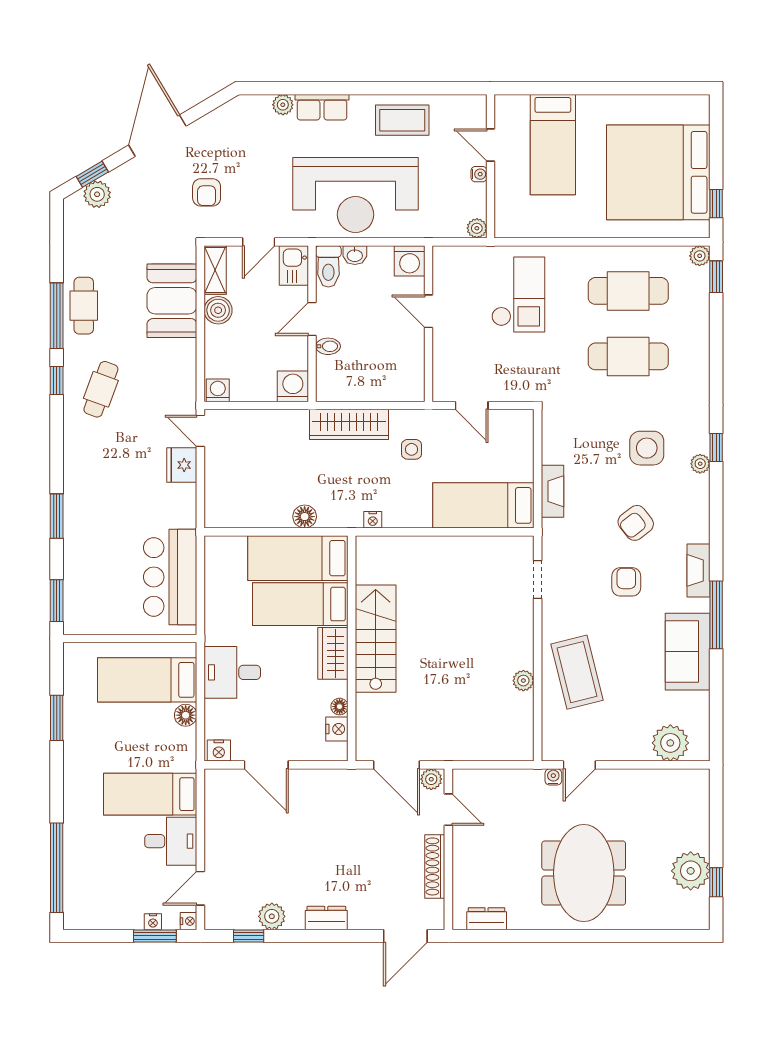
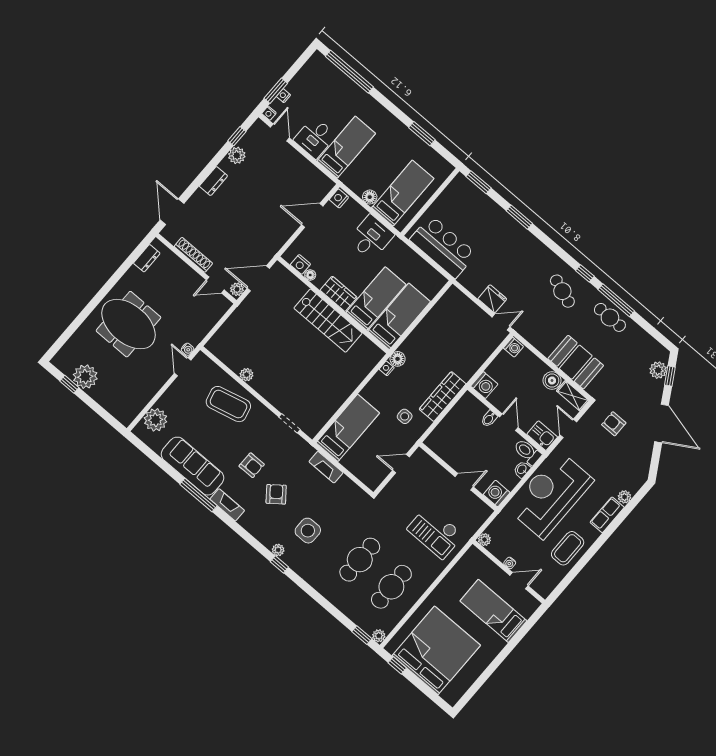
floor lamp: (305, 517) -> (398, 359), moved
sofa: (688, 652) -> (193, 466), width x1.36

